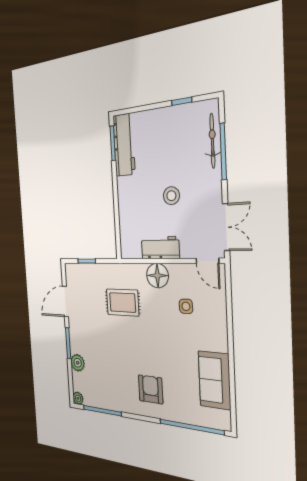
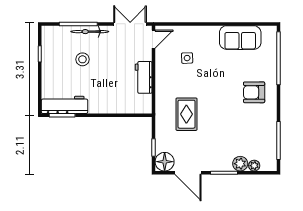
bicycle: (212, 141) -> (90, 32), moved
stool: (171, 196) -> (82, 59), moved
floor lamp: (157, 276) -> (165, 162), moved
plant: (78, 398) -> (254, 166), moved

